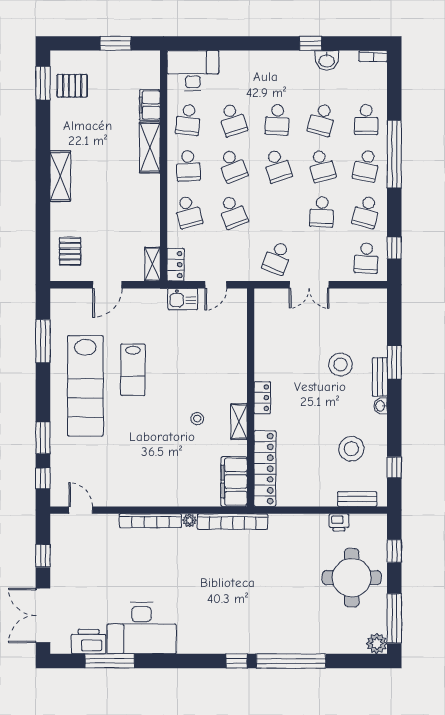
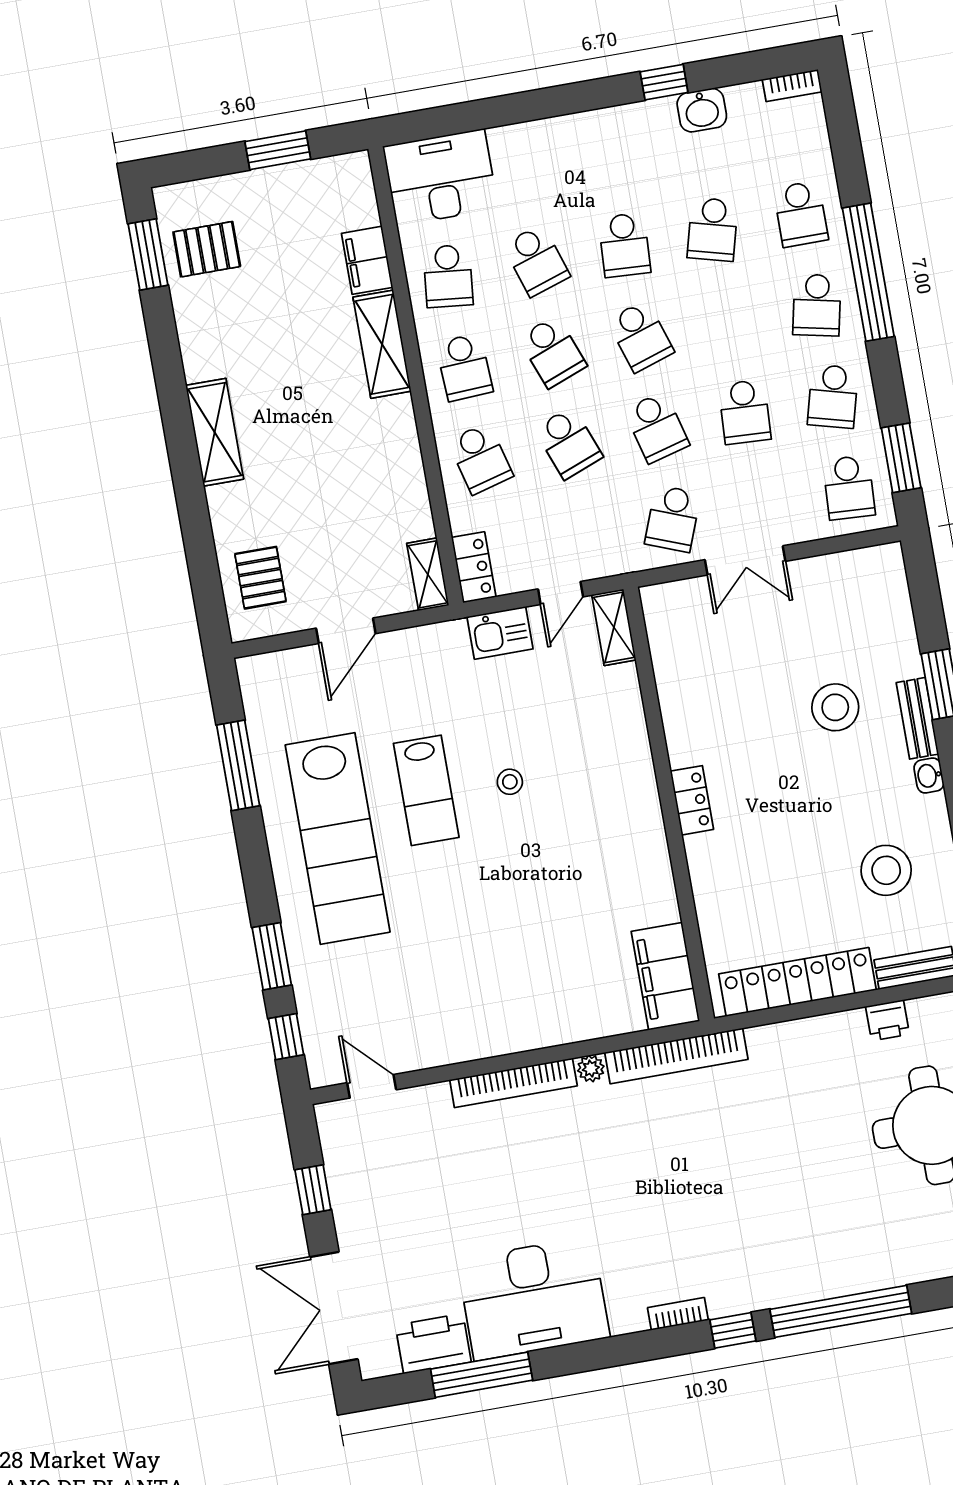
school desk: (322, 166) -> (657, 427), moved
window: (394, 248) -> (901, 458), width x1.50
stool: (197, 419) -> (510, 782), moved
shelving: (239, 422) -> (614, 627), moved
locker: (265, 469) -> (797, 982), moved, turned -90
bookcase: (211, 648) -> (678, 1314), added

